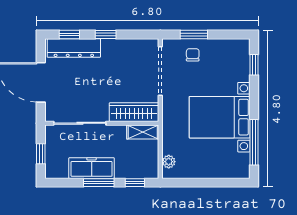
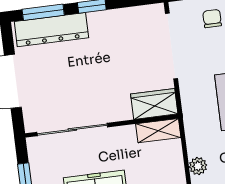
window: (69, 34) -> (43, 12), width x1.50
wardrobe: (134, 112) -> (154, 104), width x0.67

